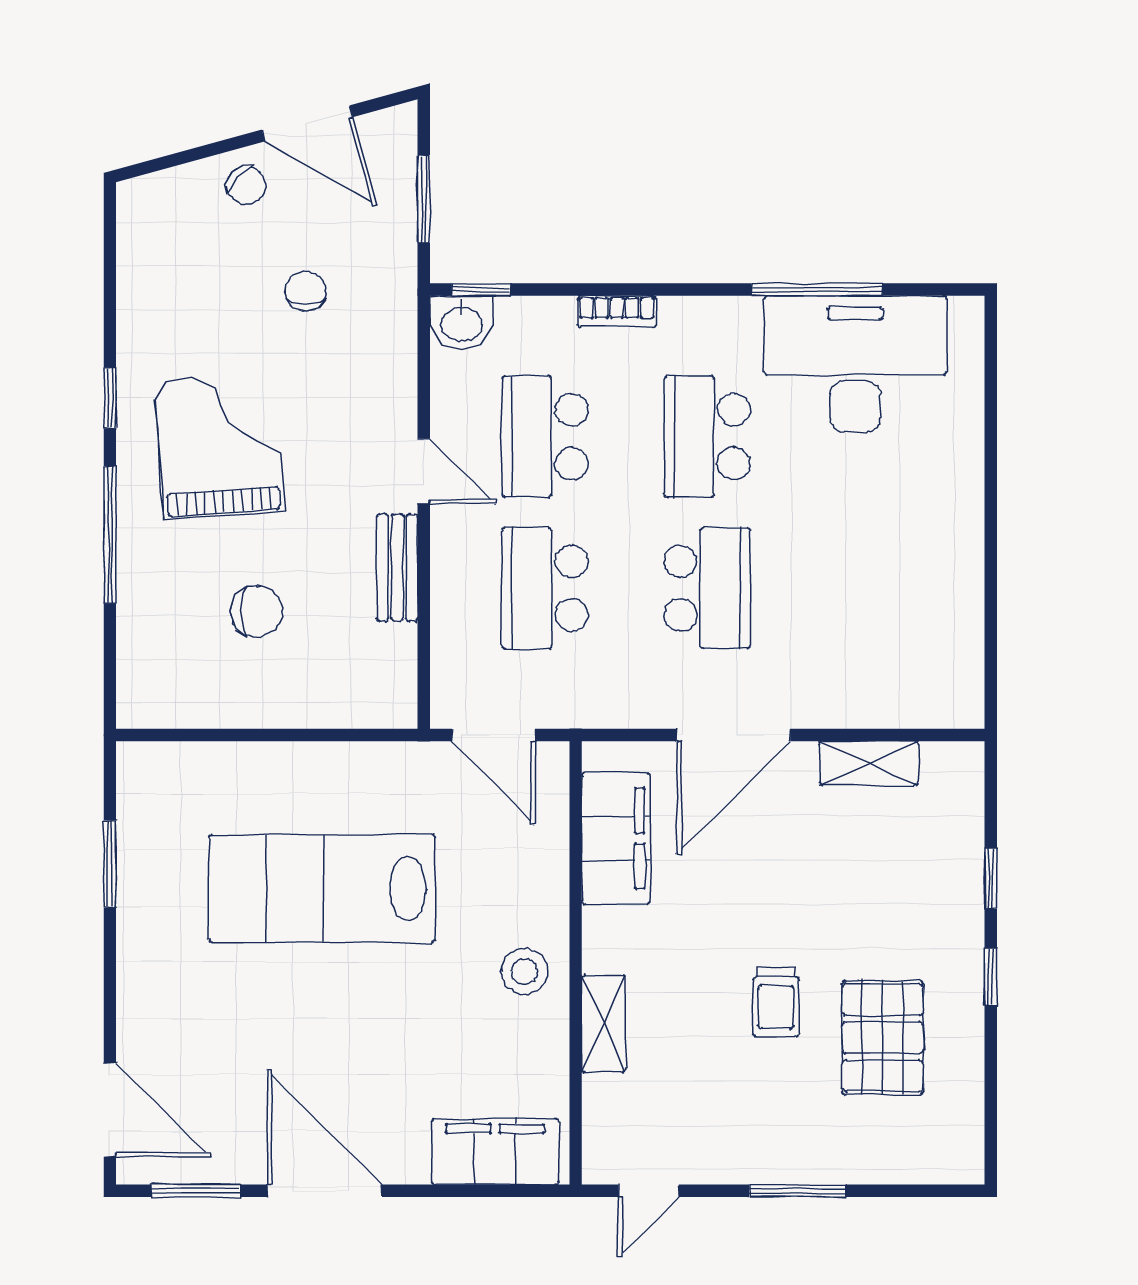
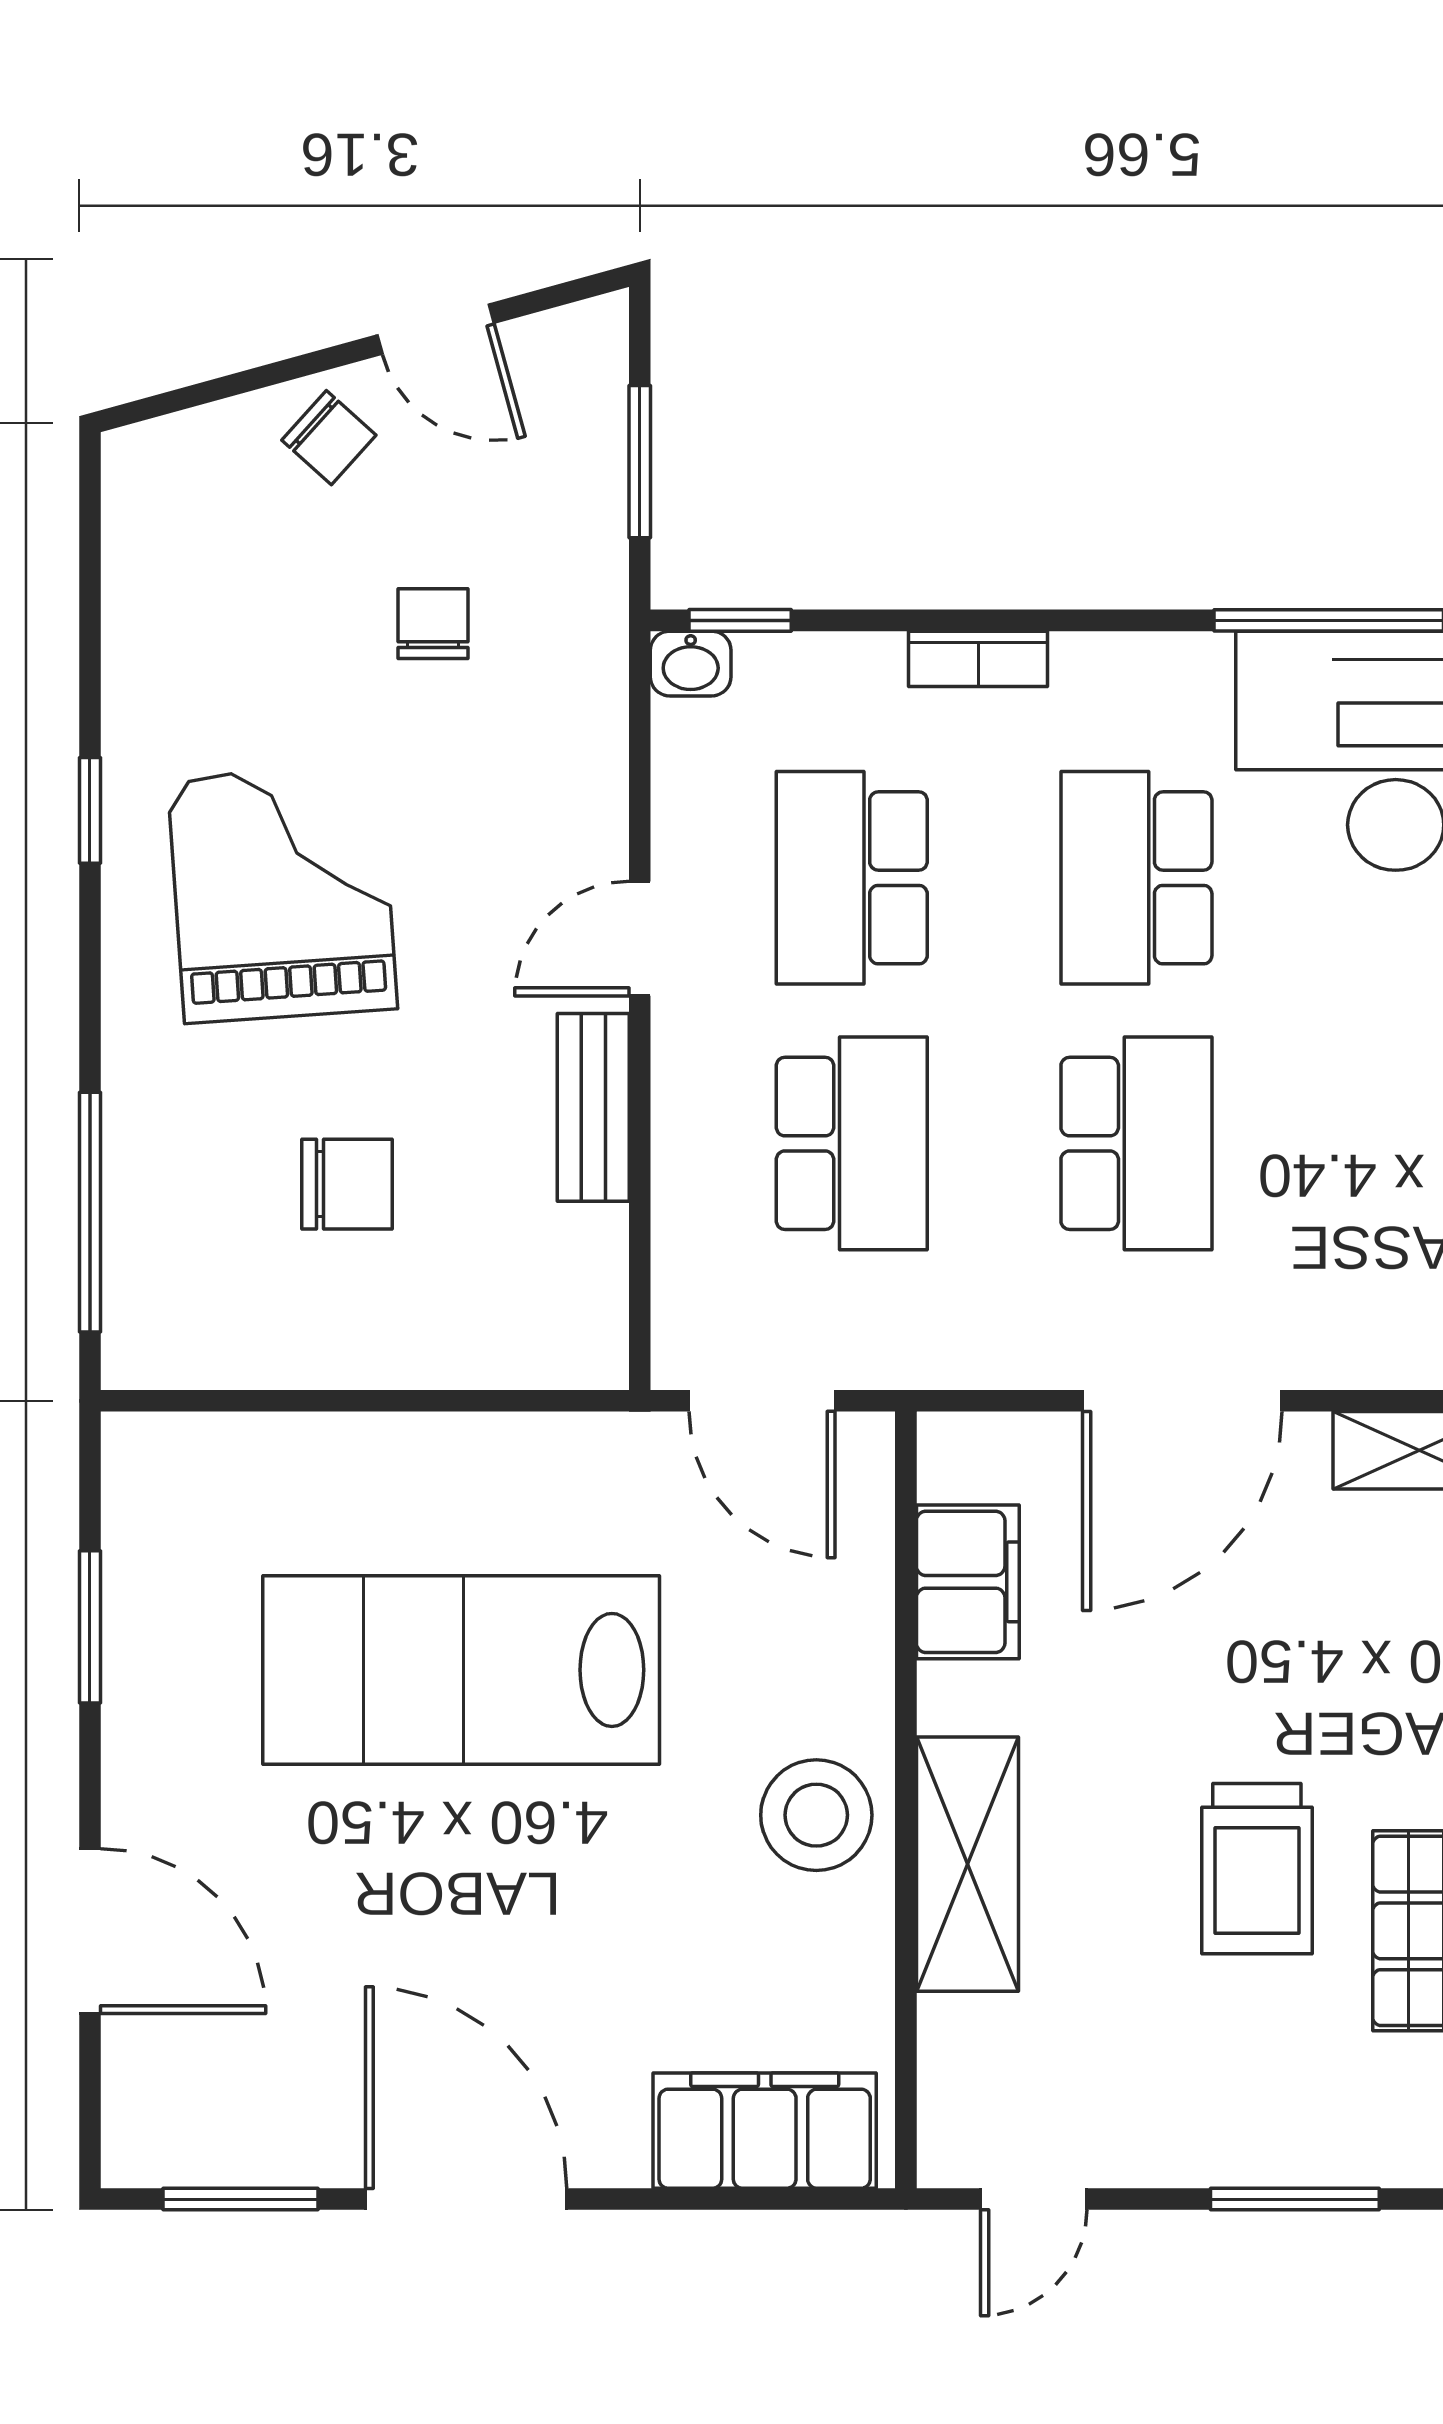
door: (307, 123) -> (436, 329), width x0.73
washbasin: (462, 323) -> (691, 664), width x0.72, depth x0.69
door: (424, 471) -> (640, 939), swing flipped
window: (110, 535) -> (90, 1212), moved
school desk: (545, 588) -> (852, 1143), turned 180
filing cabinet: (616, 838) -> (968, 1582), width x0.67, depth x0.86
stool: (525, 972) -> (816, 1815), width x1.38, depth x1.38
trolley: (776, 1002) -> (1257, 1869), width x1.36, depth x1.39
shelving: (604, 1024) -> (967, 1864), width x1.50, depth x1.33
door: (110, 1110) -> (90, 1931), moved

